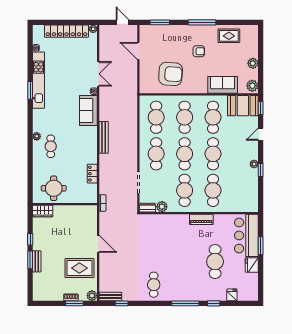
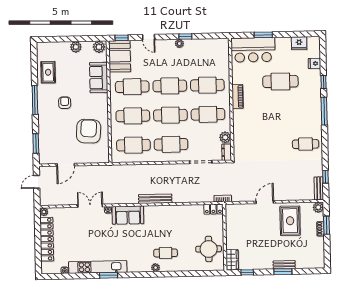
locker: (92, 174) -> (213, 209), moved
window: (30, 239) -> (247, 272), moved
fridge: (252, 265) -> (299, 43), moved

